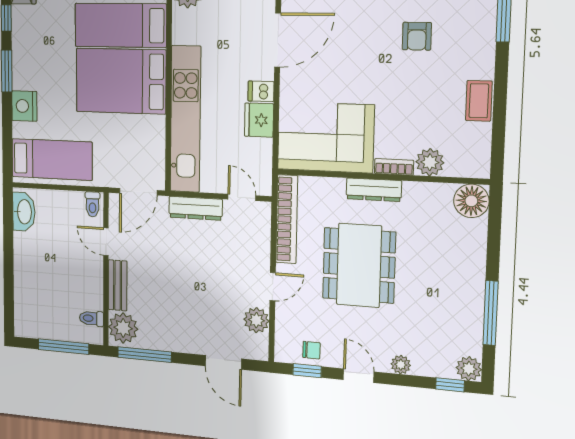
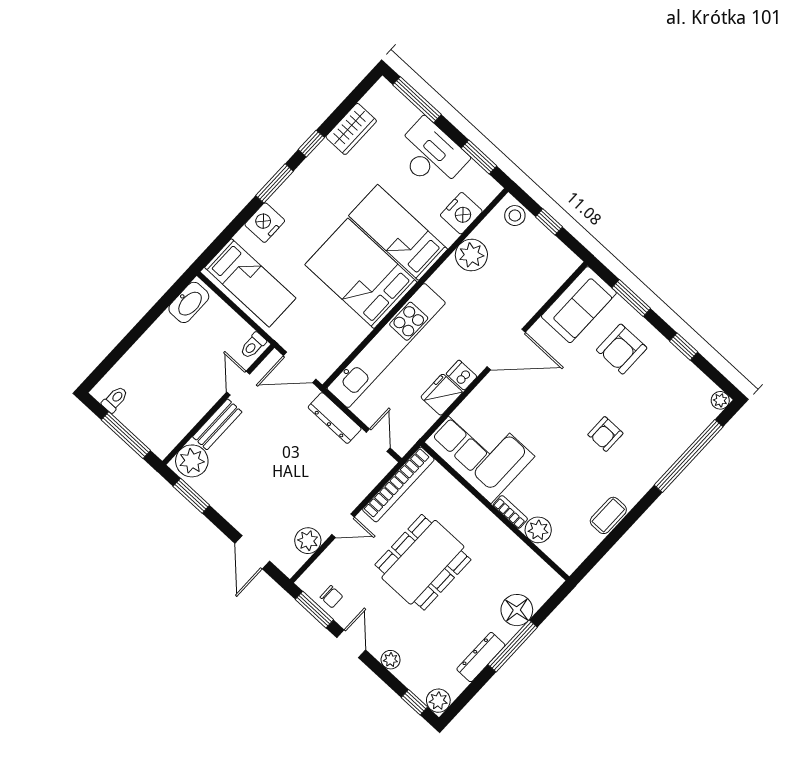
dresser: (374, 190) -> (481, 657), moved, turned 90
floor lamp: (471, 201) -> (517, 610), moved
window: (491, 313) -> (513, 646), moved
toilet: (91, 318) -> (115, 399), moved, turned 90
window: (145, 355) -> (191, 496), width x0.69
window: (307, 371) -> (314, 610), width x1.50

